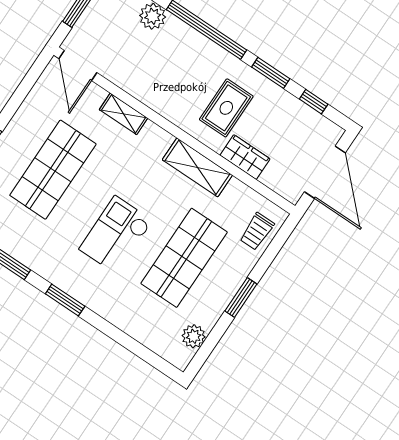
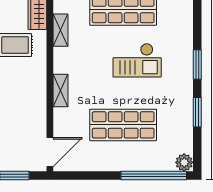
shelving: (123, 114) -> (61, 90), moved
shelving: (197, 167) -> (60, 30), width x0.67, depth x0.75

